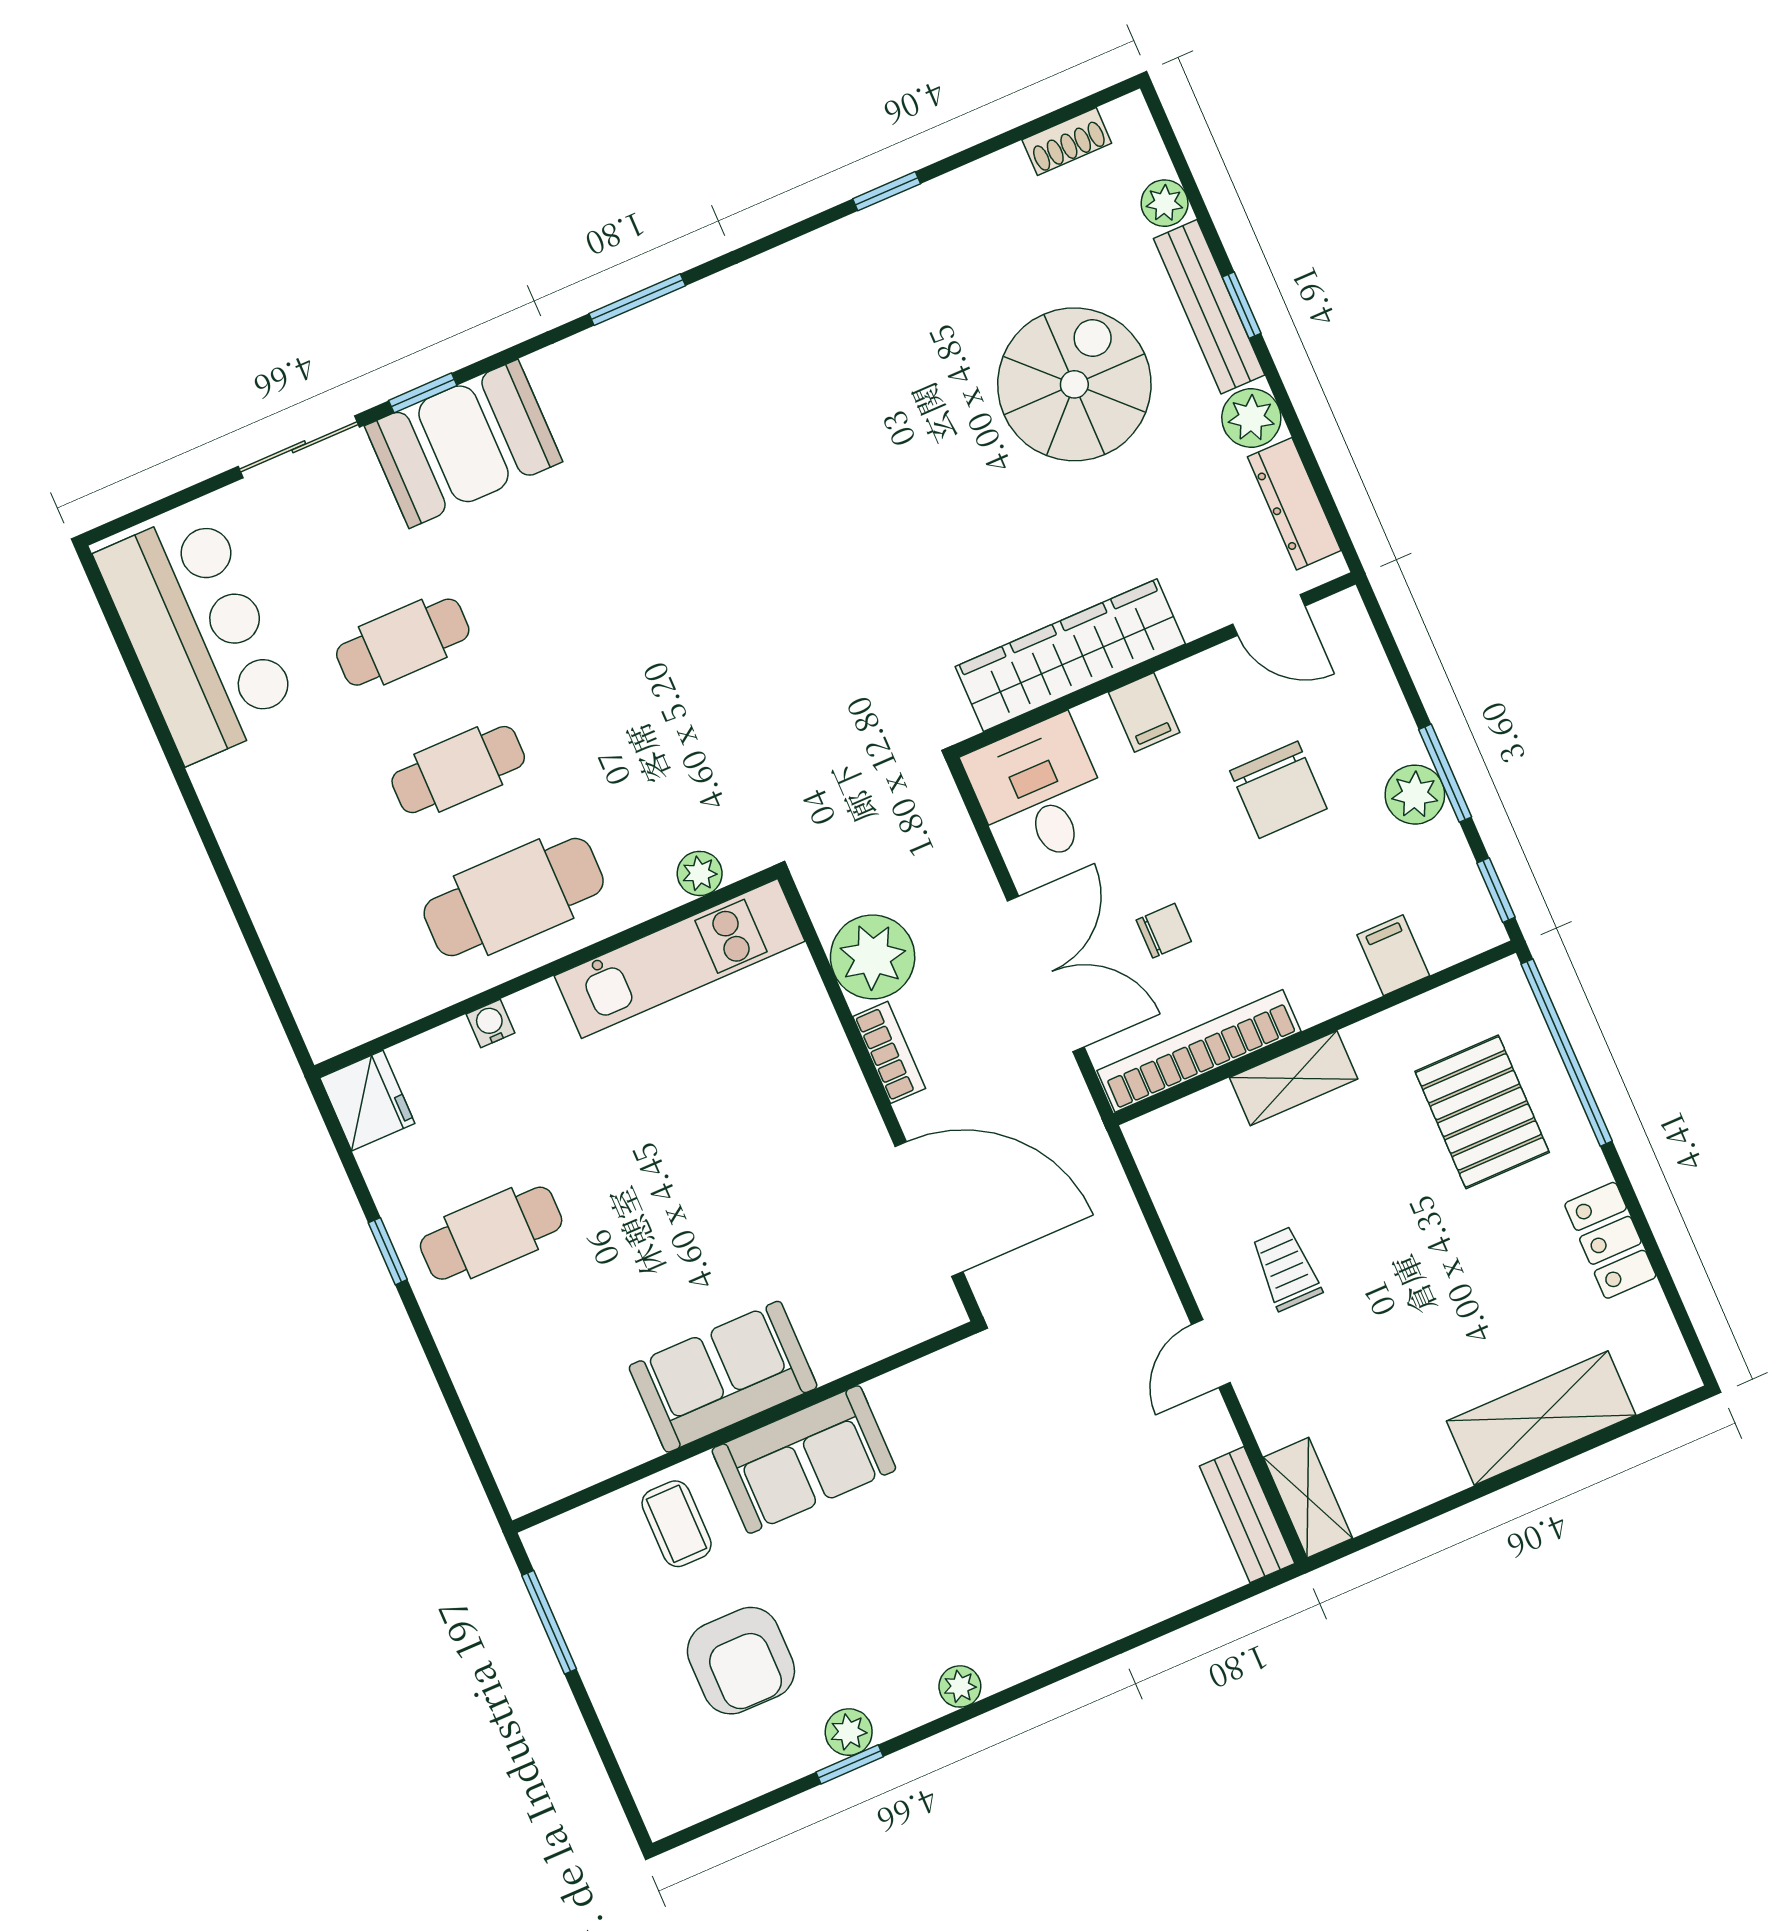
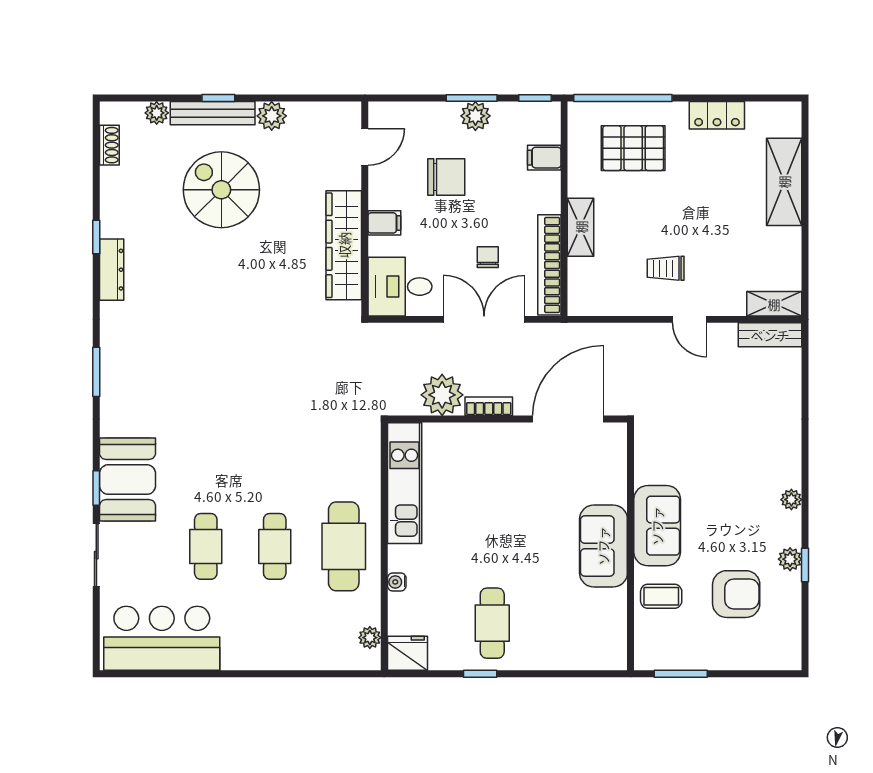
dresser: (1294, 504) -> (112, 270), moved, turned -90
plant: (700, 873) -> (370, 638), moved

